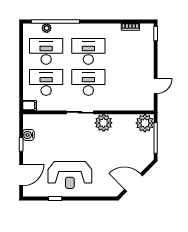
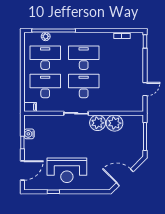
plant: (145, 123) -> (115, 123), moved

